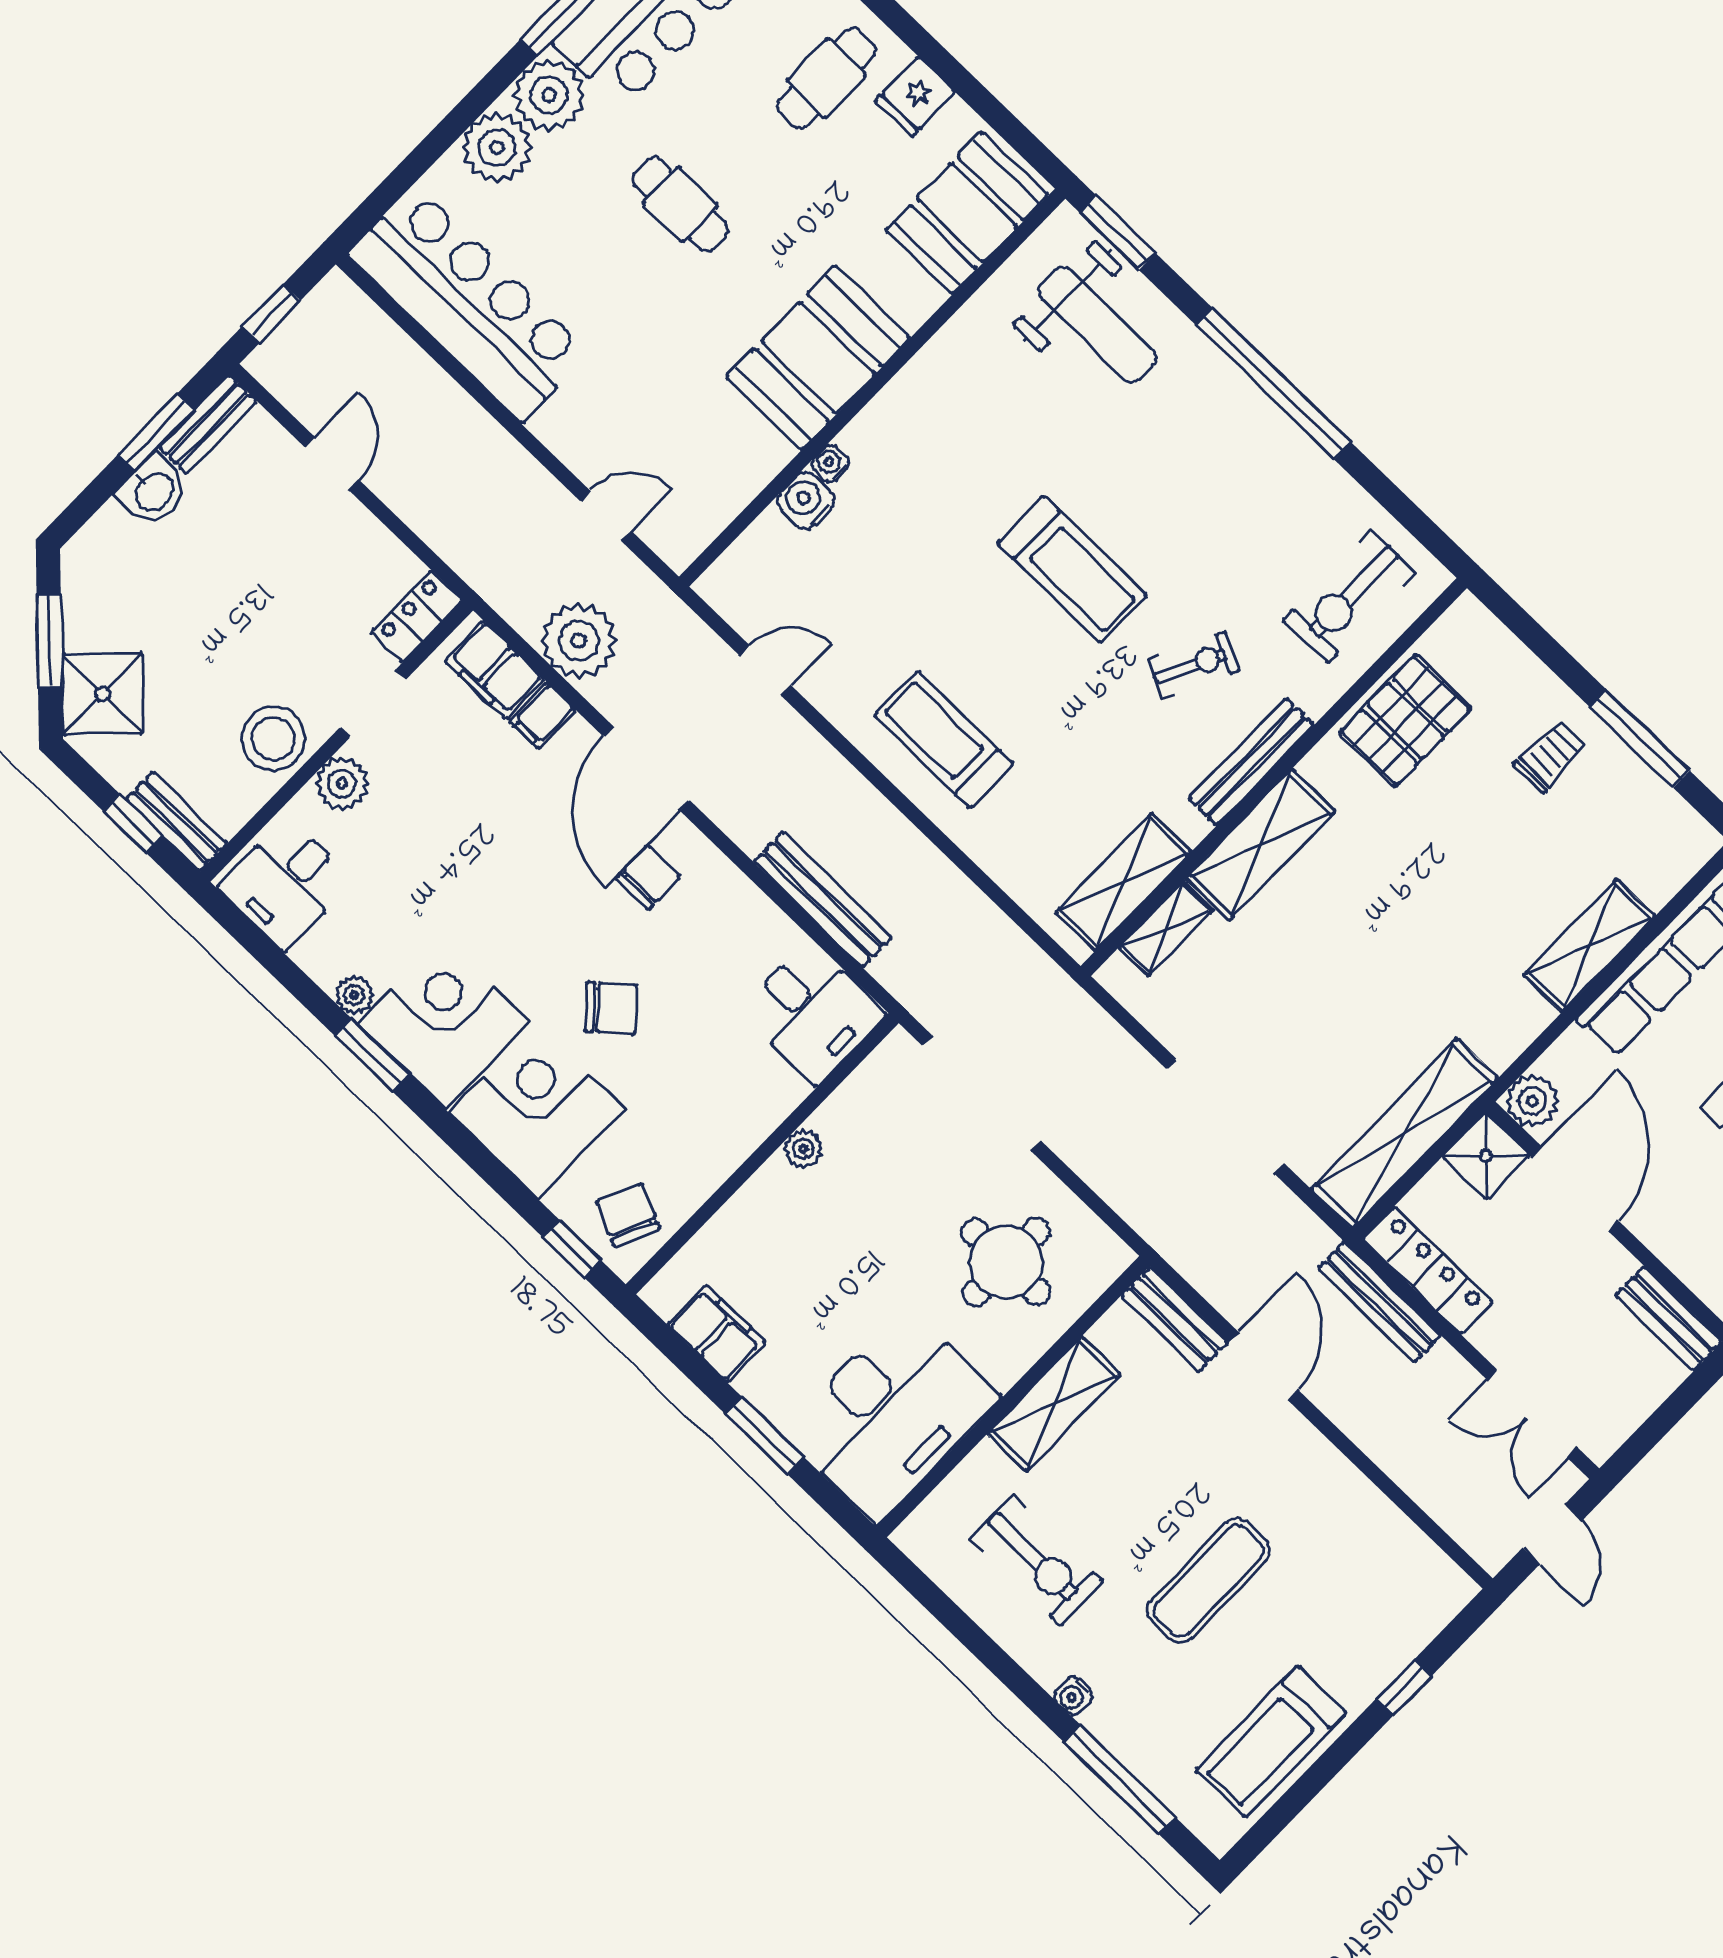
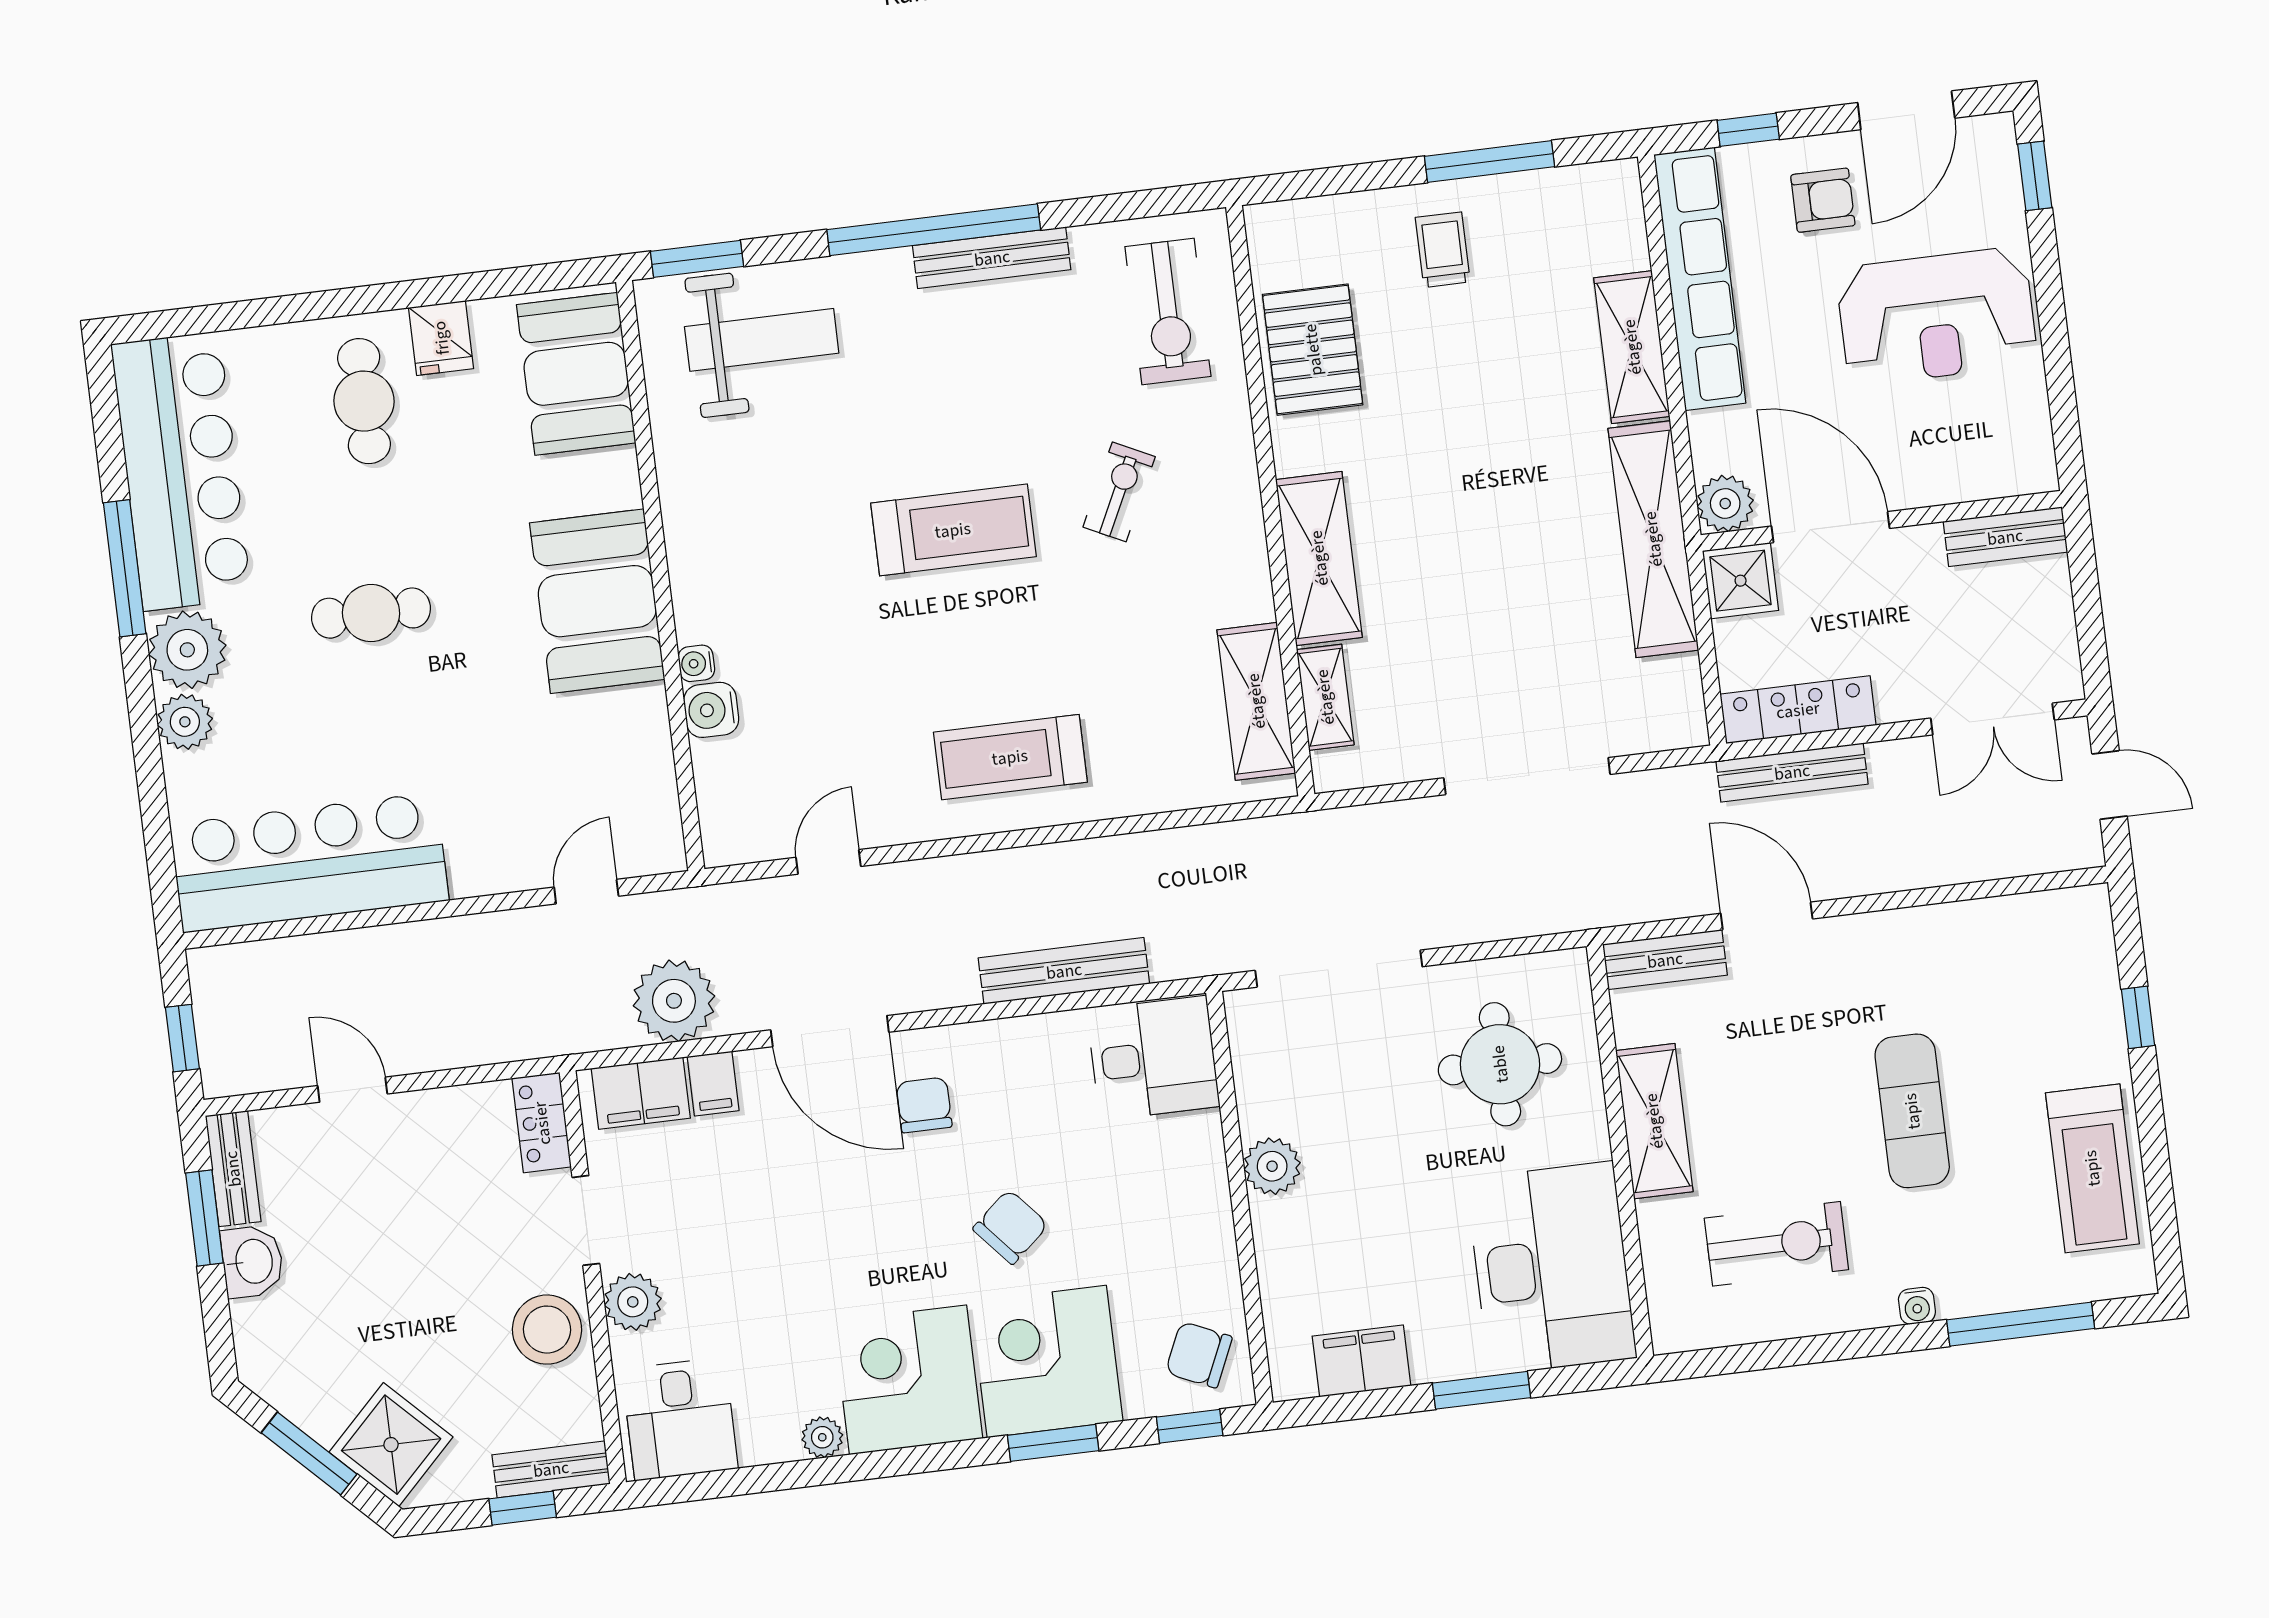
plant: (497, 148) -> (185, 722), width x0.73, depth x0.73
bench: (1251, 762) -> (992, 258), moved, turned 90
window: (372, 1055) -> (1053, 1443), moved
shelving: (1405, 1133) -> (1653, 539), moved
plant: (803, 1149) -> (1272, 1166), width x1.38, depth x1.38

